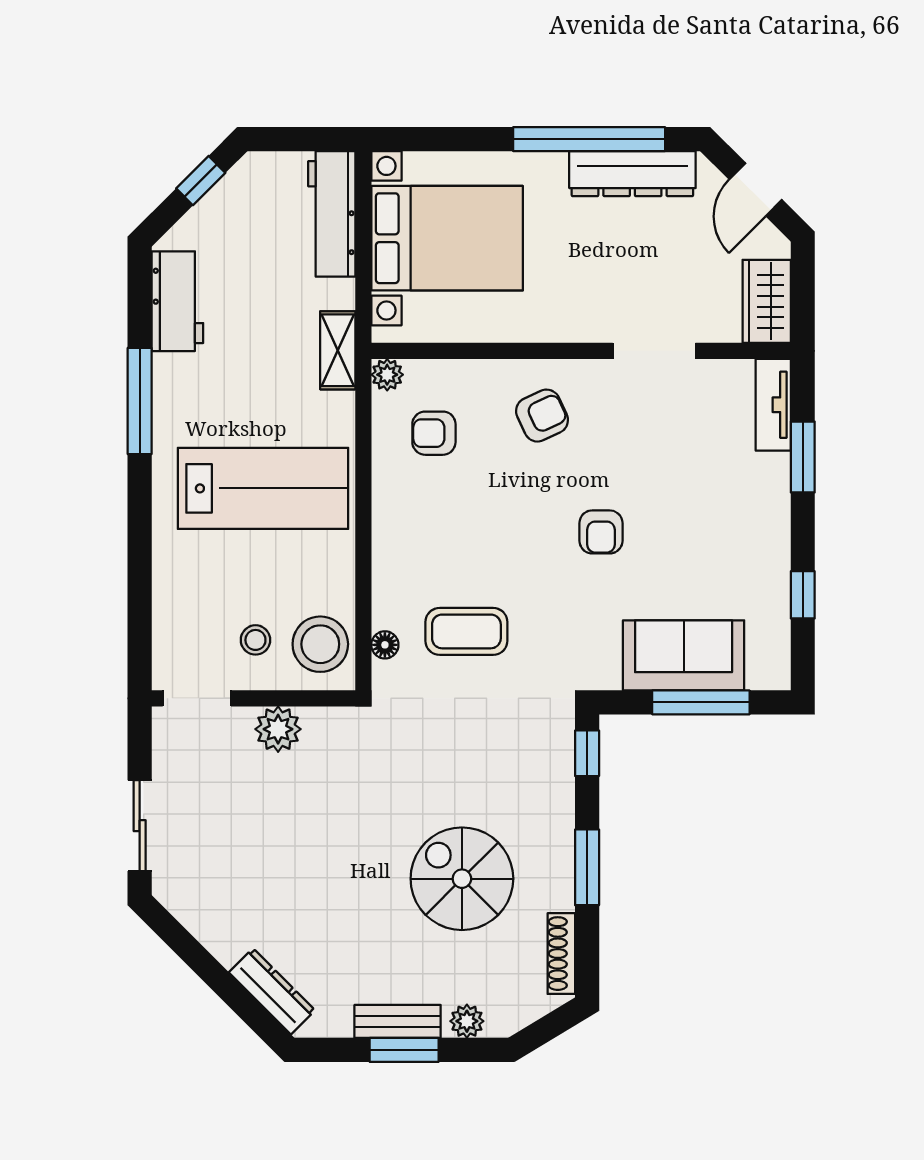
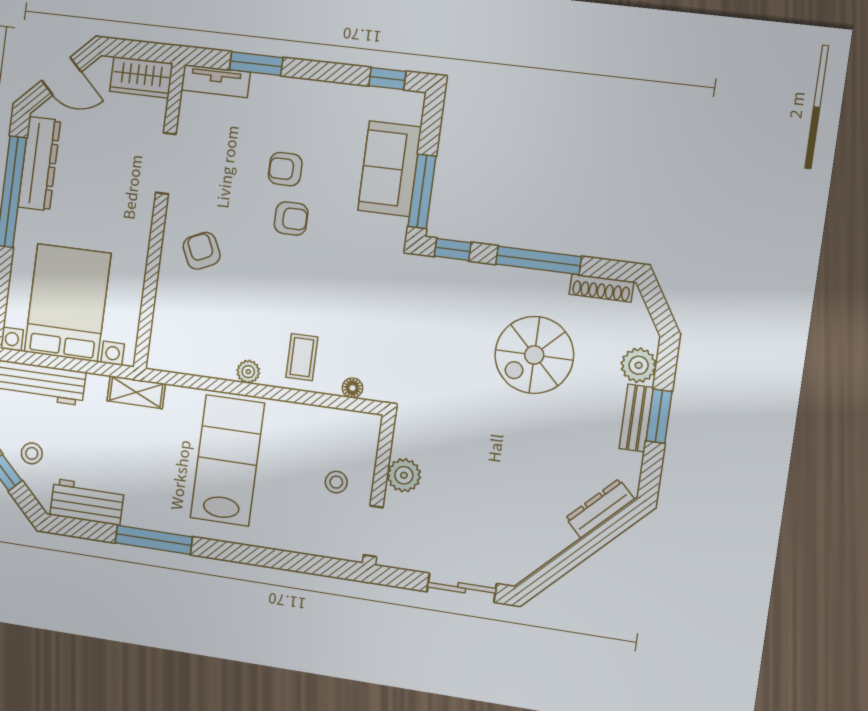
plant: (387, 375) -> (248, 372), moved
armchair: (434, 433) -> (285, 169), moved, turned 90
window: (803, 595) -> (387, 79), moved
coffee table: (466, 631) -> (302, 357), moved, width x0.73, depth x0.77
stool: (320, 644) -> (32, 453), moved, width x0.53, depth x0.53
window: (701, 702) -> (422, 191), moved
window: (587, 867) -> (538, 260), width x1.44
plant: (467, 1021) -> (639, 365), width x1.38, depth x1.38

